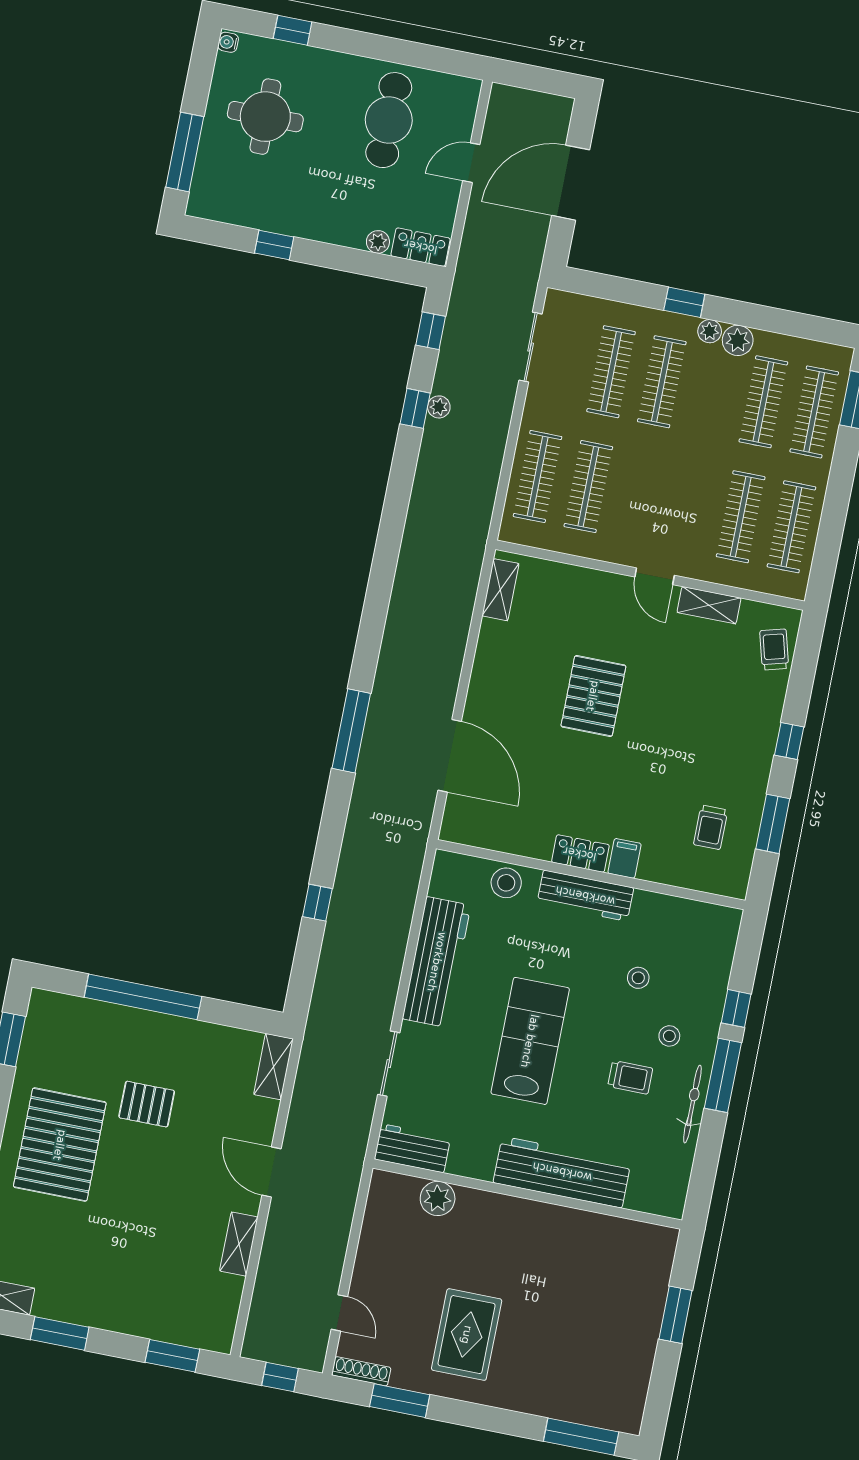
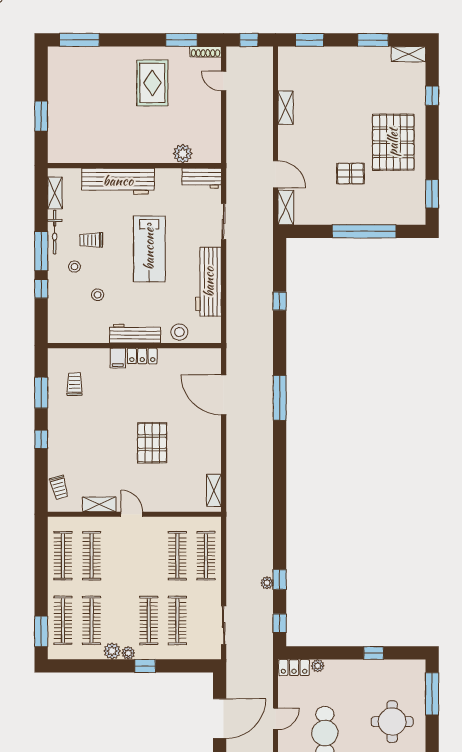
door: (271, 1172) -> (276, 174), moved
shelving: (678, 1174) -> (55, 193), added

